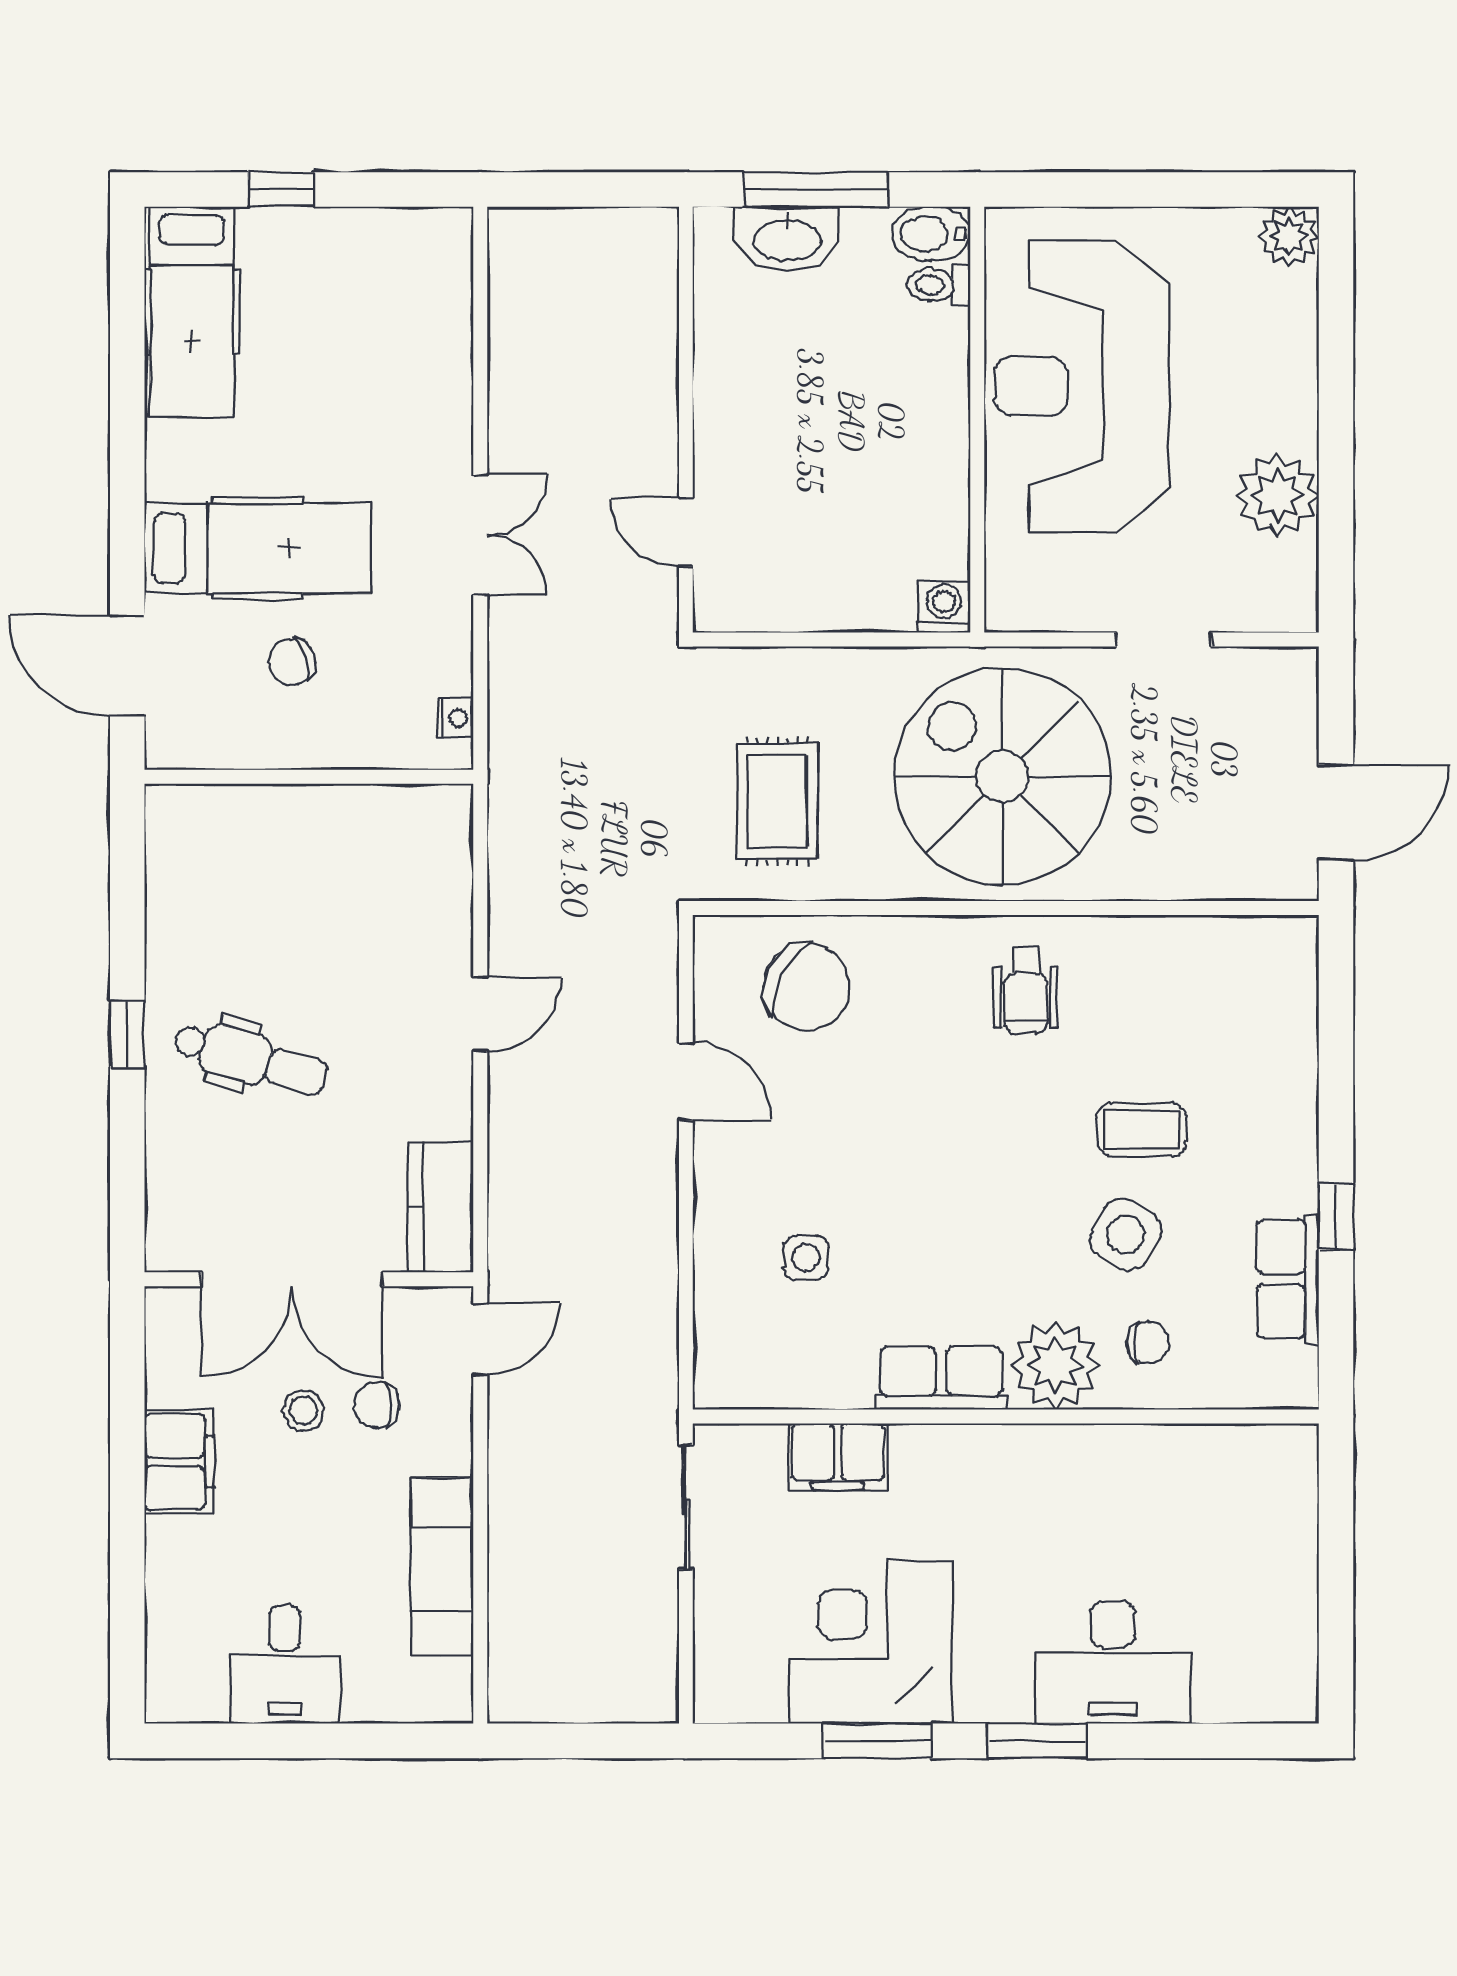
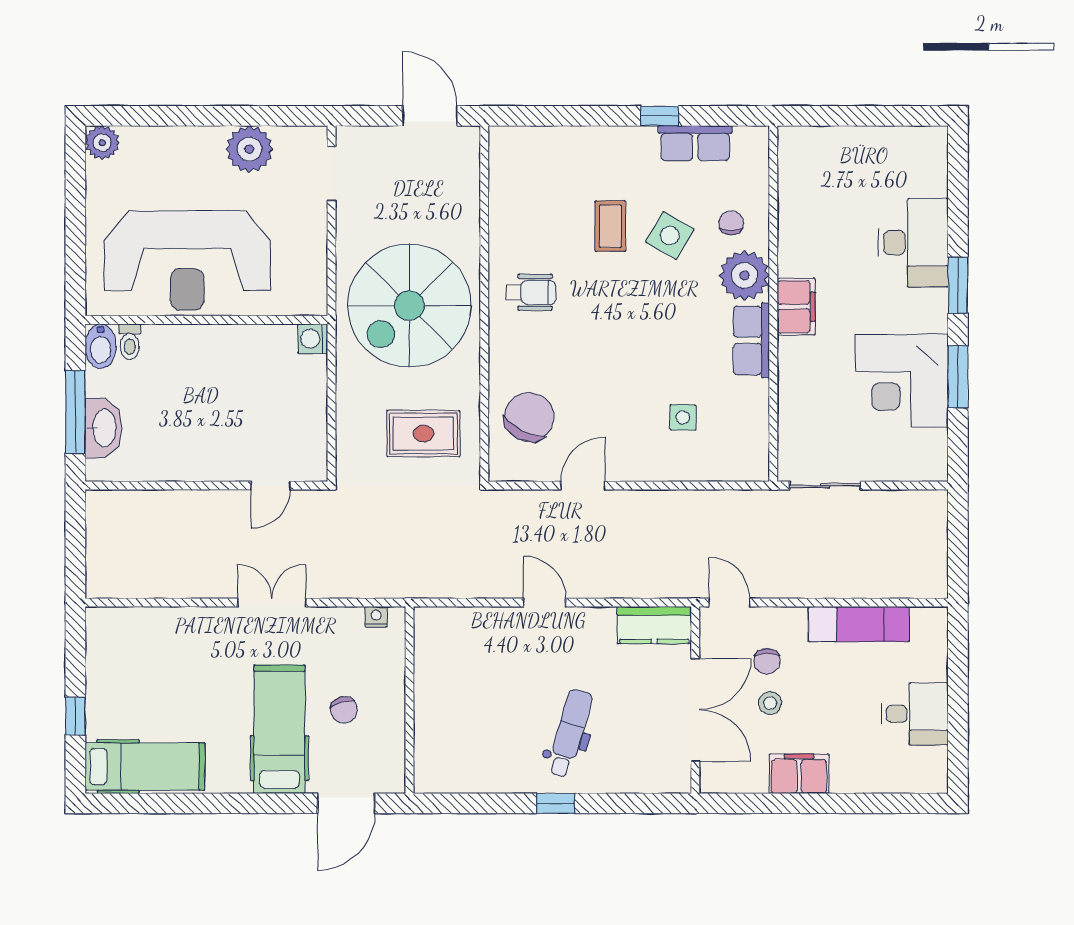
doorway: (1163, 640) -> (331, 173), moved
filing cabinet: (838, 1457) -> (796, 307), moved

